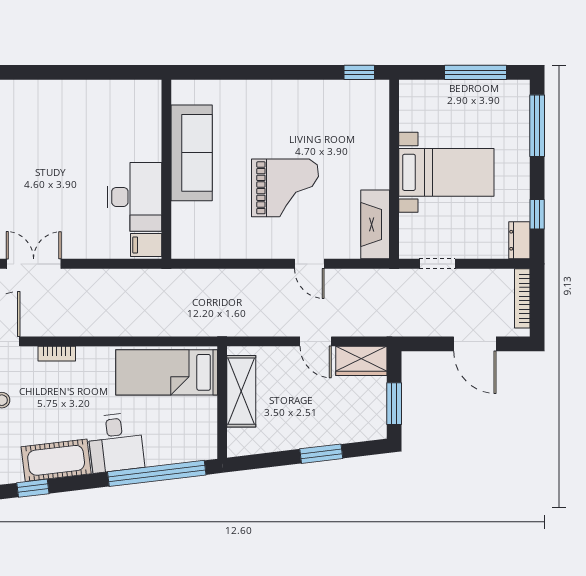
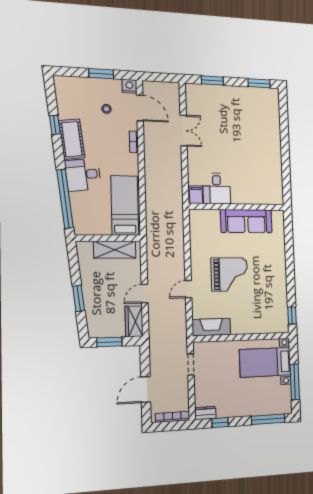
bed with nightstands: (446, 172) -> (265, 362), moved, turned 90
grand piano: (285, 188) -> (230, 274), turned -90
desk: (134, 197) -> (217, 189), width x0.73

